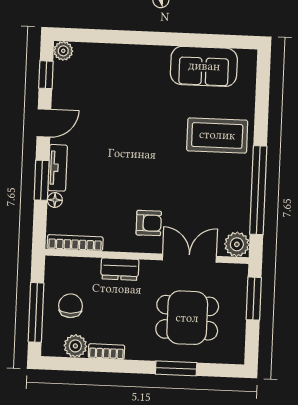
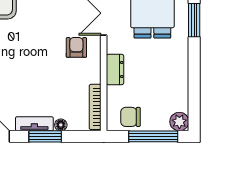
chair: (71, 306) -> (131, 117), moved
plant: (75, 346) -> (179, 122), moved
bookcase: (106, 352) -> (183, 78), removed

